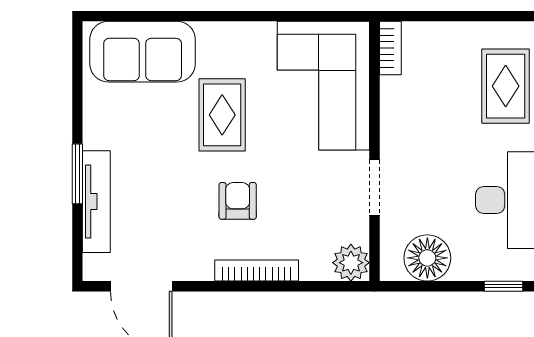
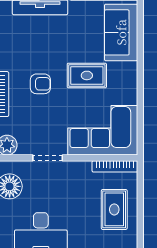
bookcase: (390, 48) -> (115, 166), width x1.56
rug: (506, 86) -> (114, 209), moved, turned 90

